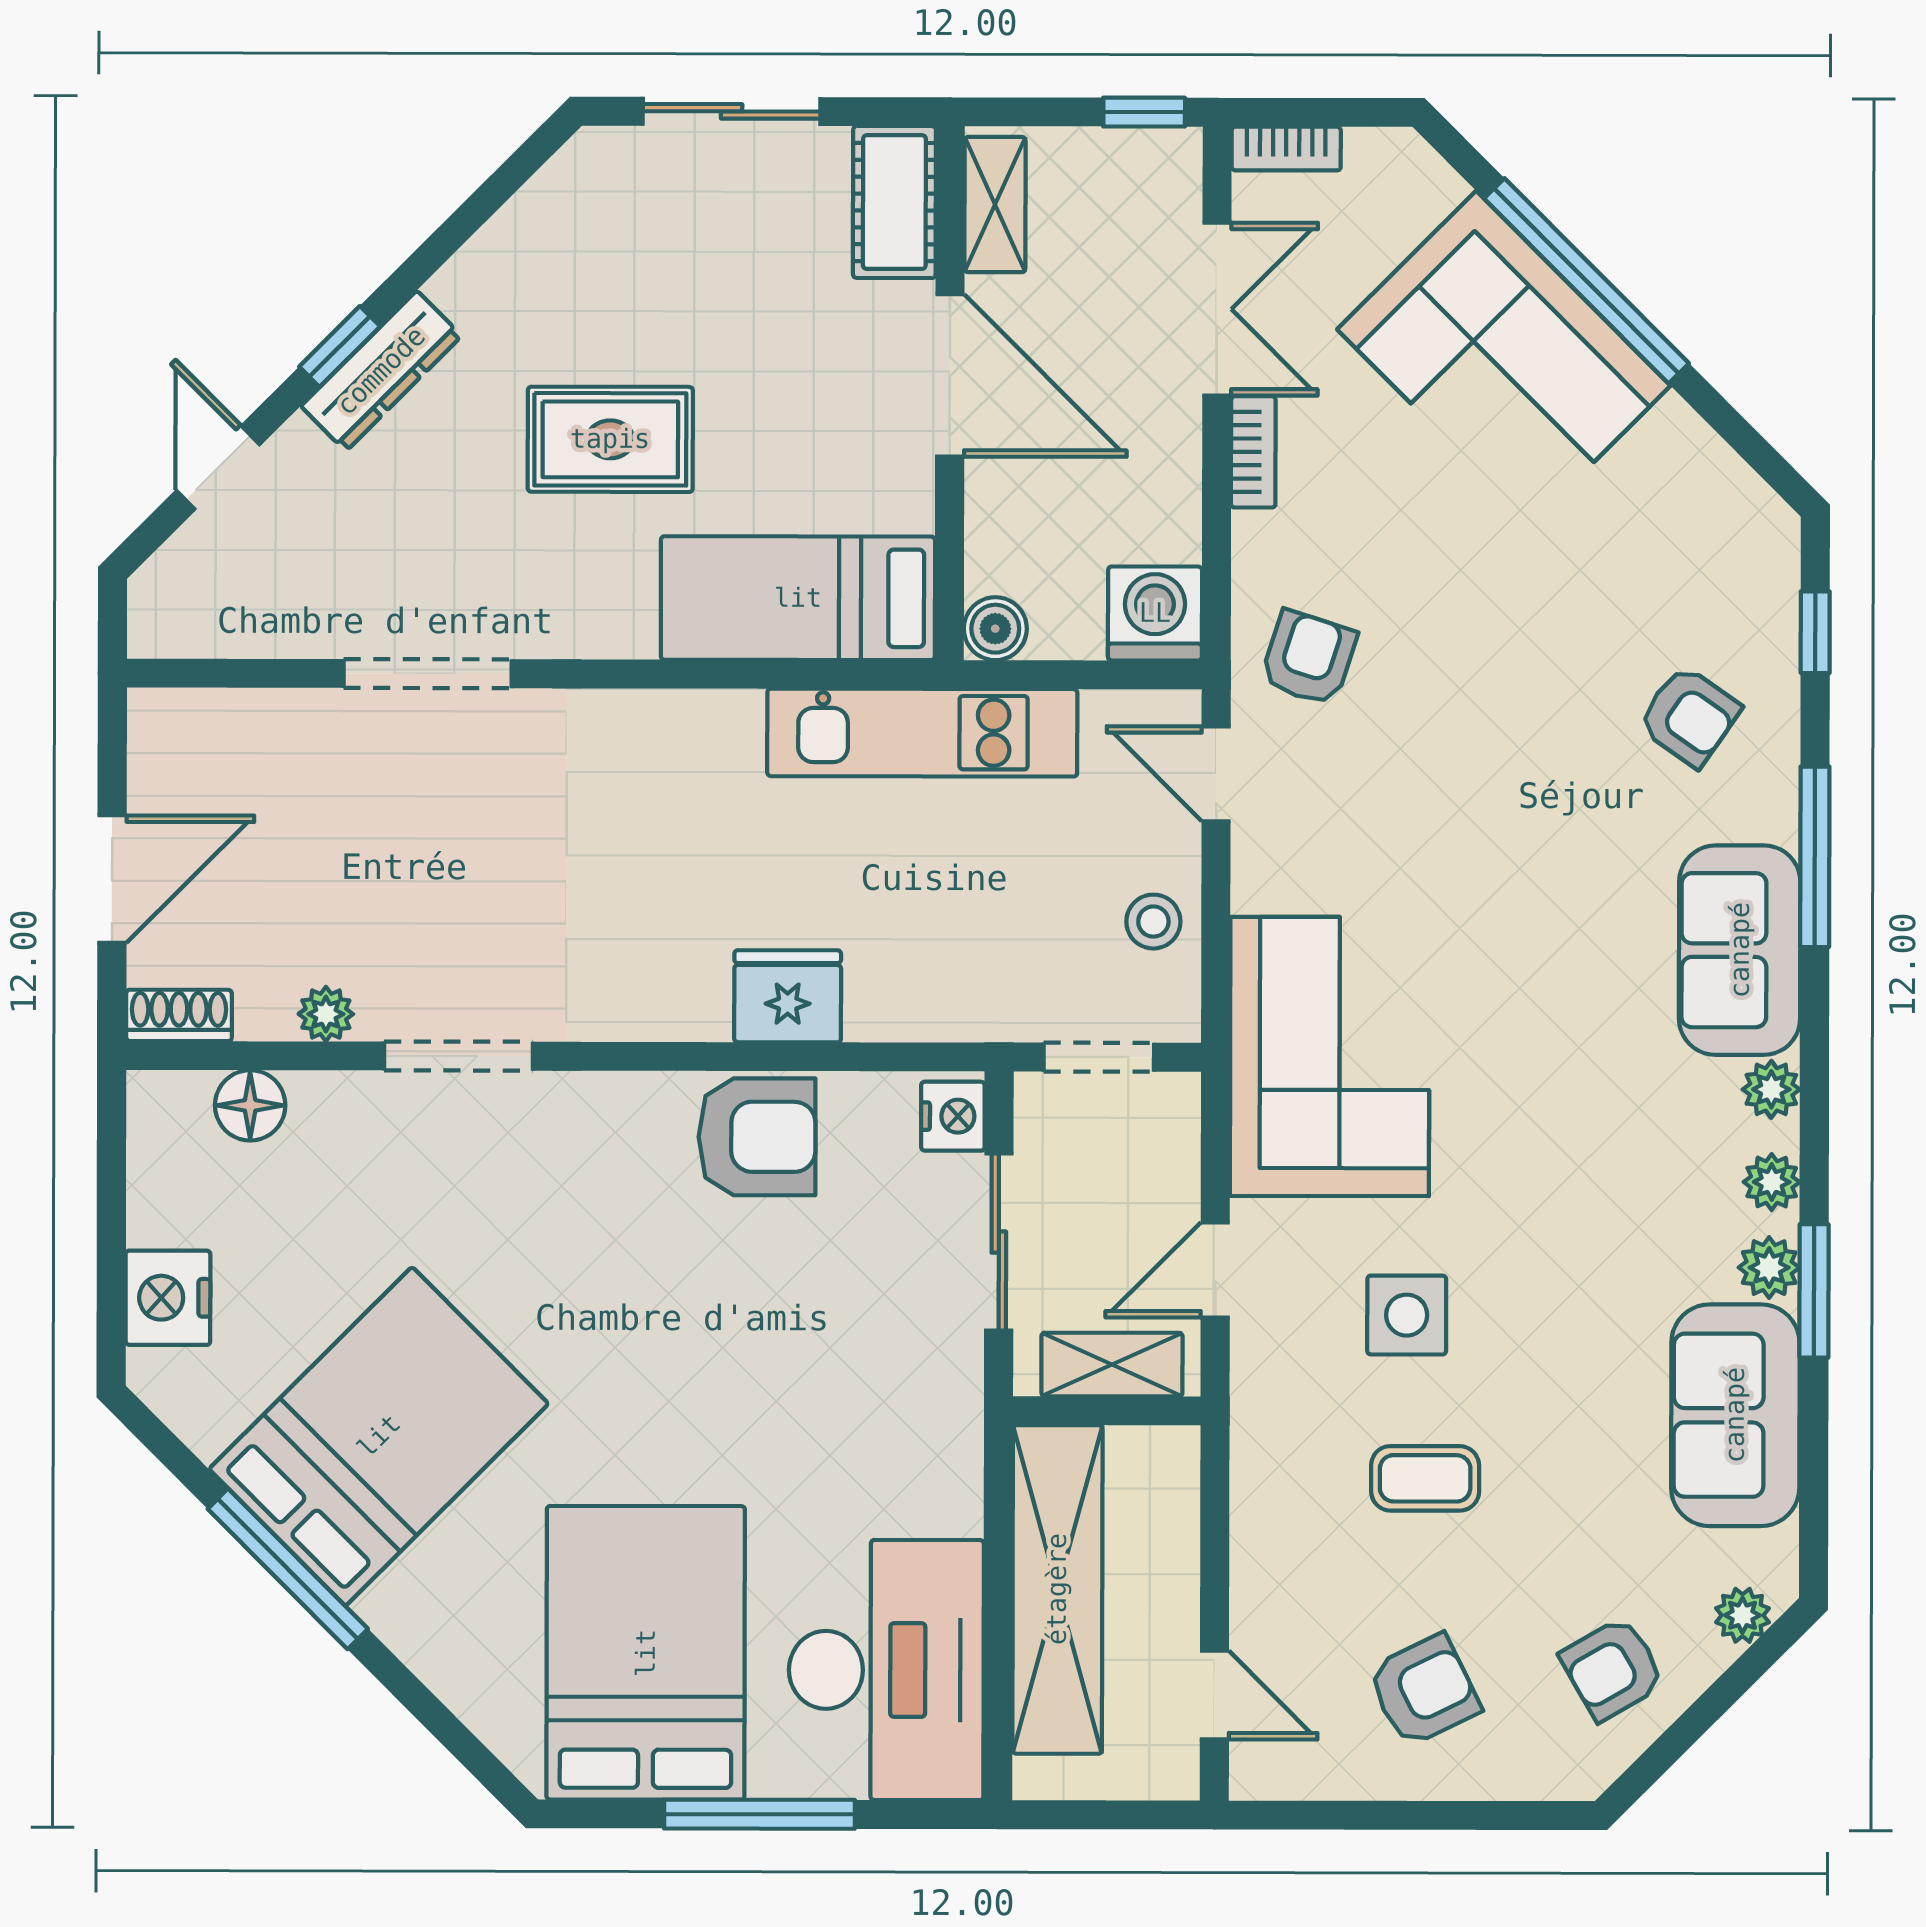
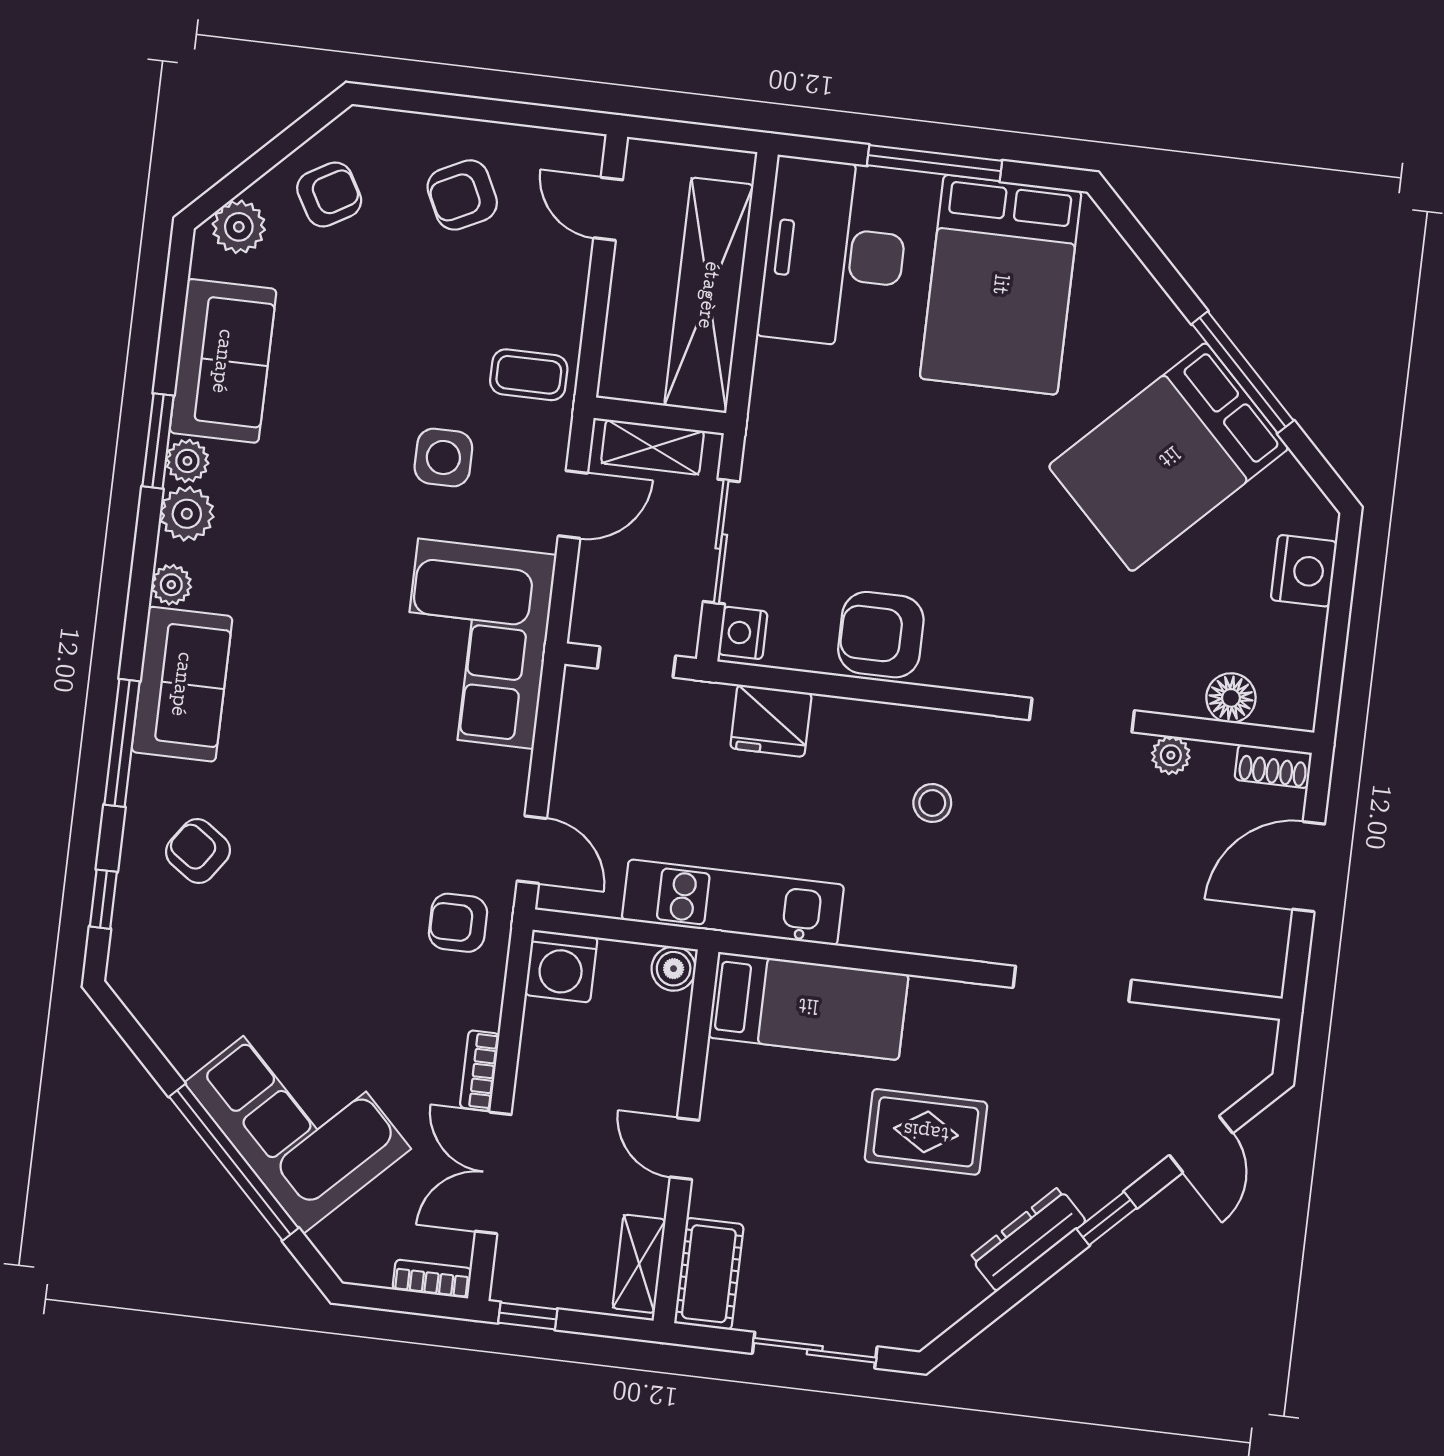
dresser: (381, 371) -> (1028, 1239), moved
door: (950, 375) -> (685, 1149), width x0.53
armchair: (1309, 658) -> (458, 923), turned 72
stool: (1153, 922) -> (932, 803), moved
fridge: (788, 996) -> (771, 721), moved
plant: (1772, 1182) -> (187, 514), width x1.38, depth x1.38
coffee table: (1425, 1478) -> (529, 375), moved
plant: (1743, 1615) -> (239, 227), width x1.38, depth x1.38

